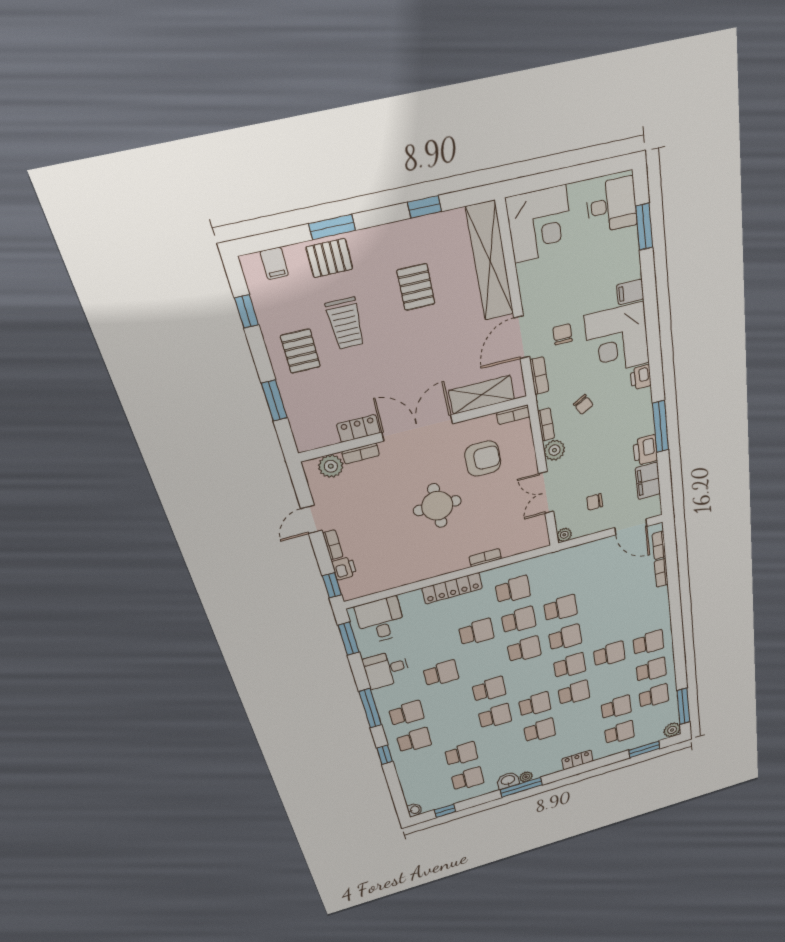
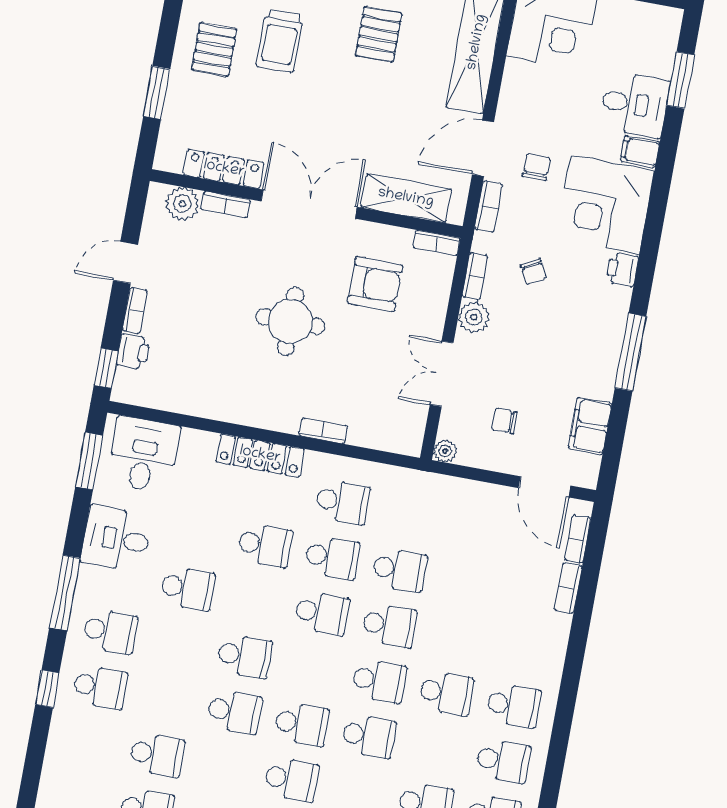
desk: (612, 205) -> (635, 104), moved
locker: (358, 428) -> (224, 169), width x1.53
printer: (645, 450) -> (599, 377), removed

